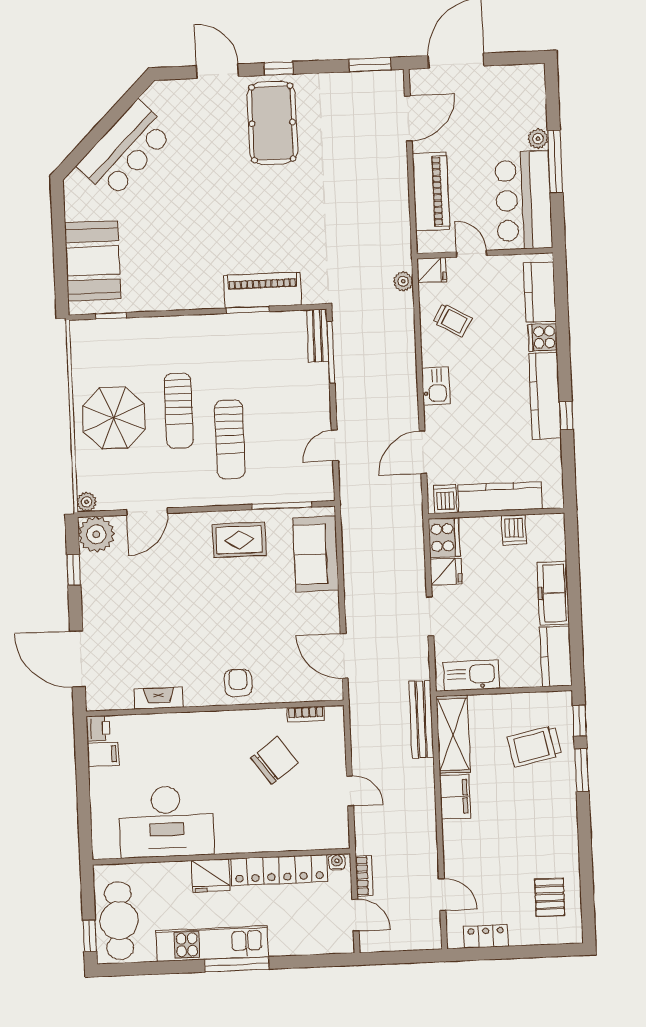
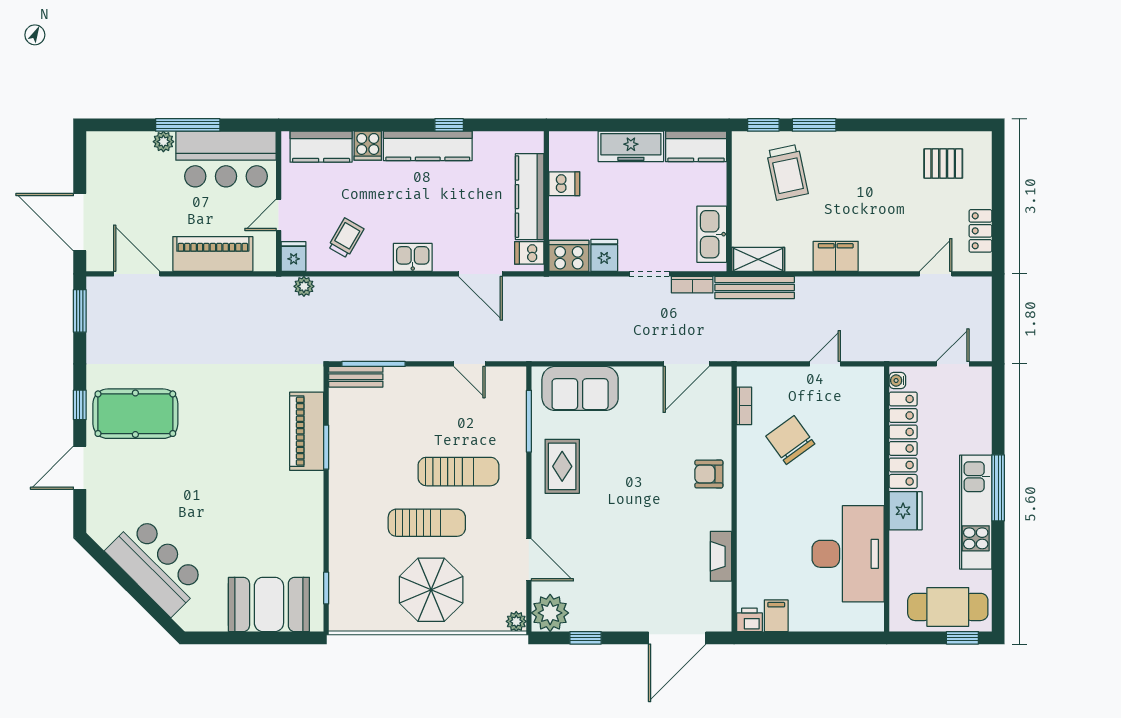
shelving: (453, 734) -> (758, 259), width x0.67, depth x0.75
bookcase: (364, 876) -> (692, 285), moved, turned 180

